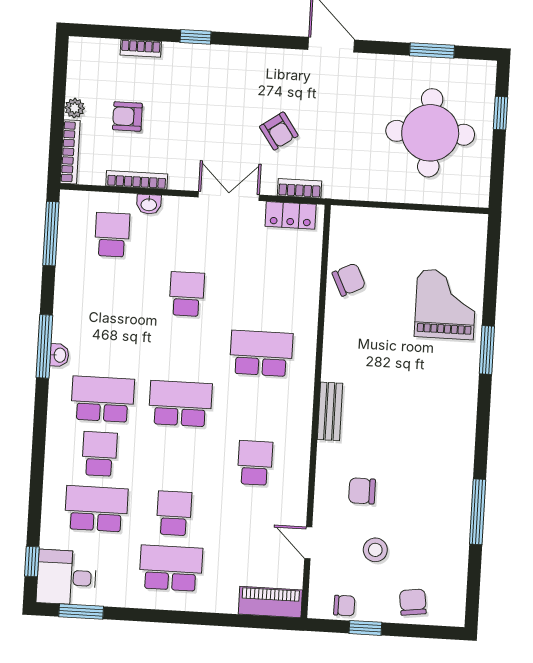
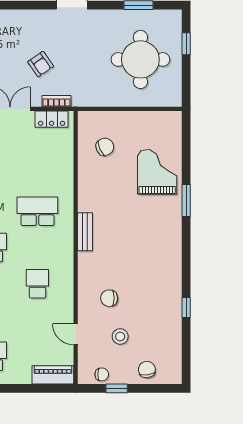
chair: (349, 280) -> (105, 147), moved
bench: (330, 411) -> (85, 232), moved
window: (478, 512) -> (186, 307), width x0.46

